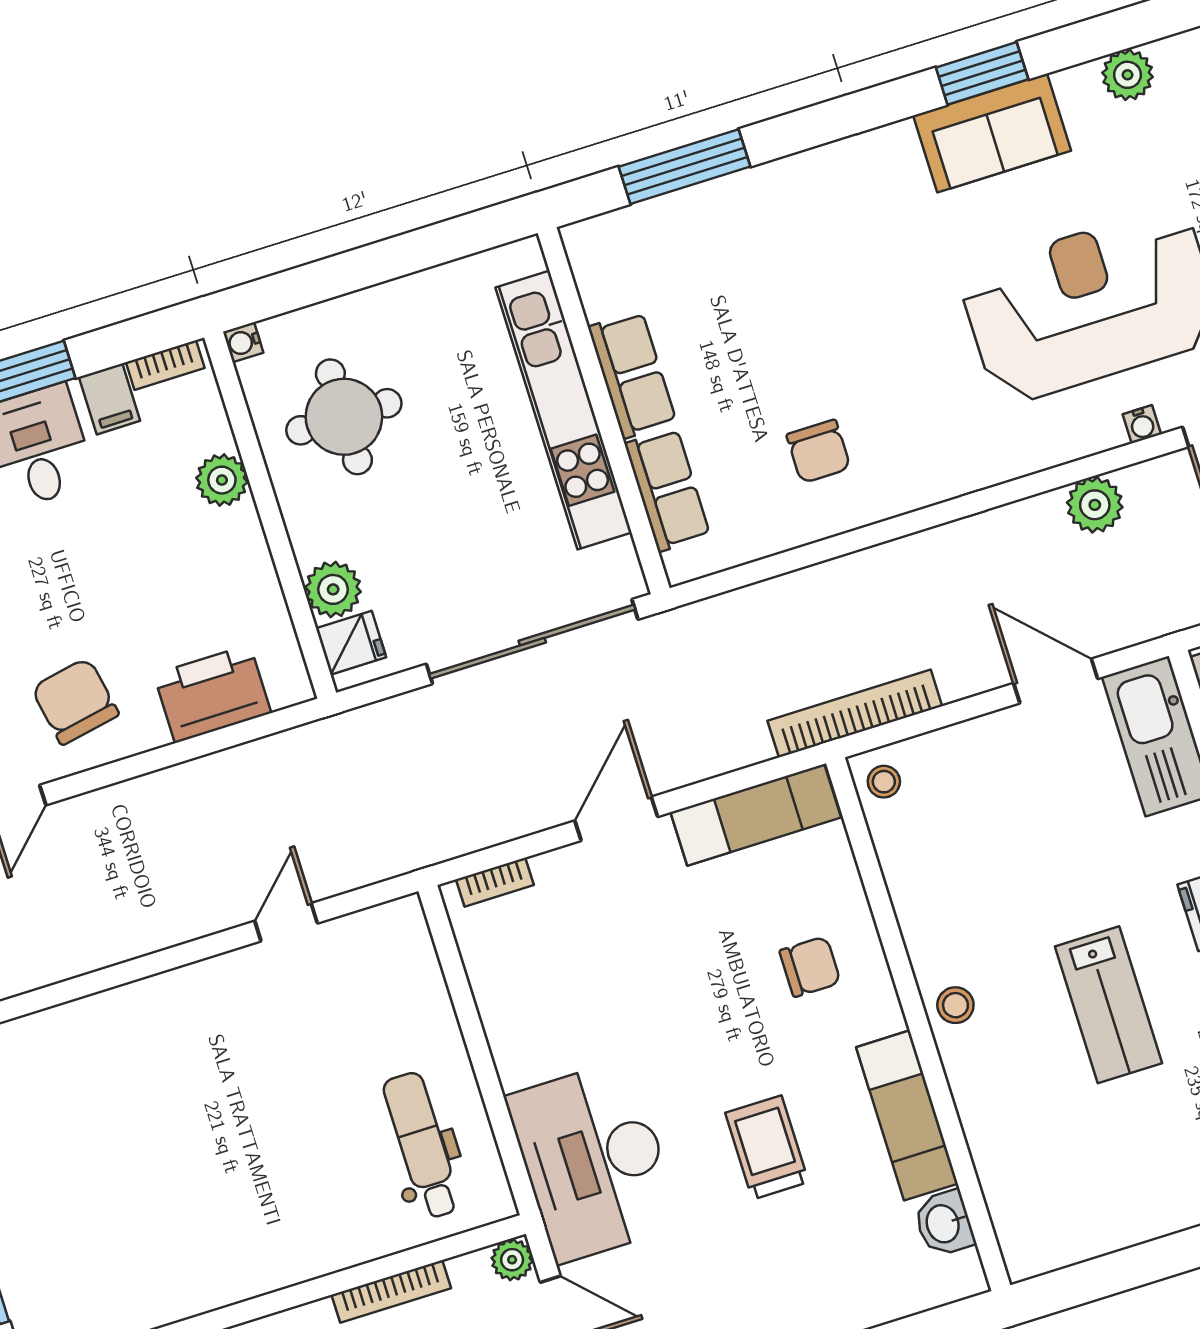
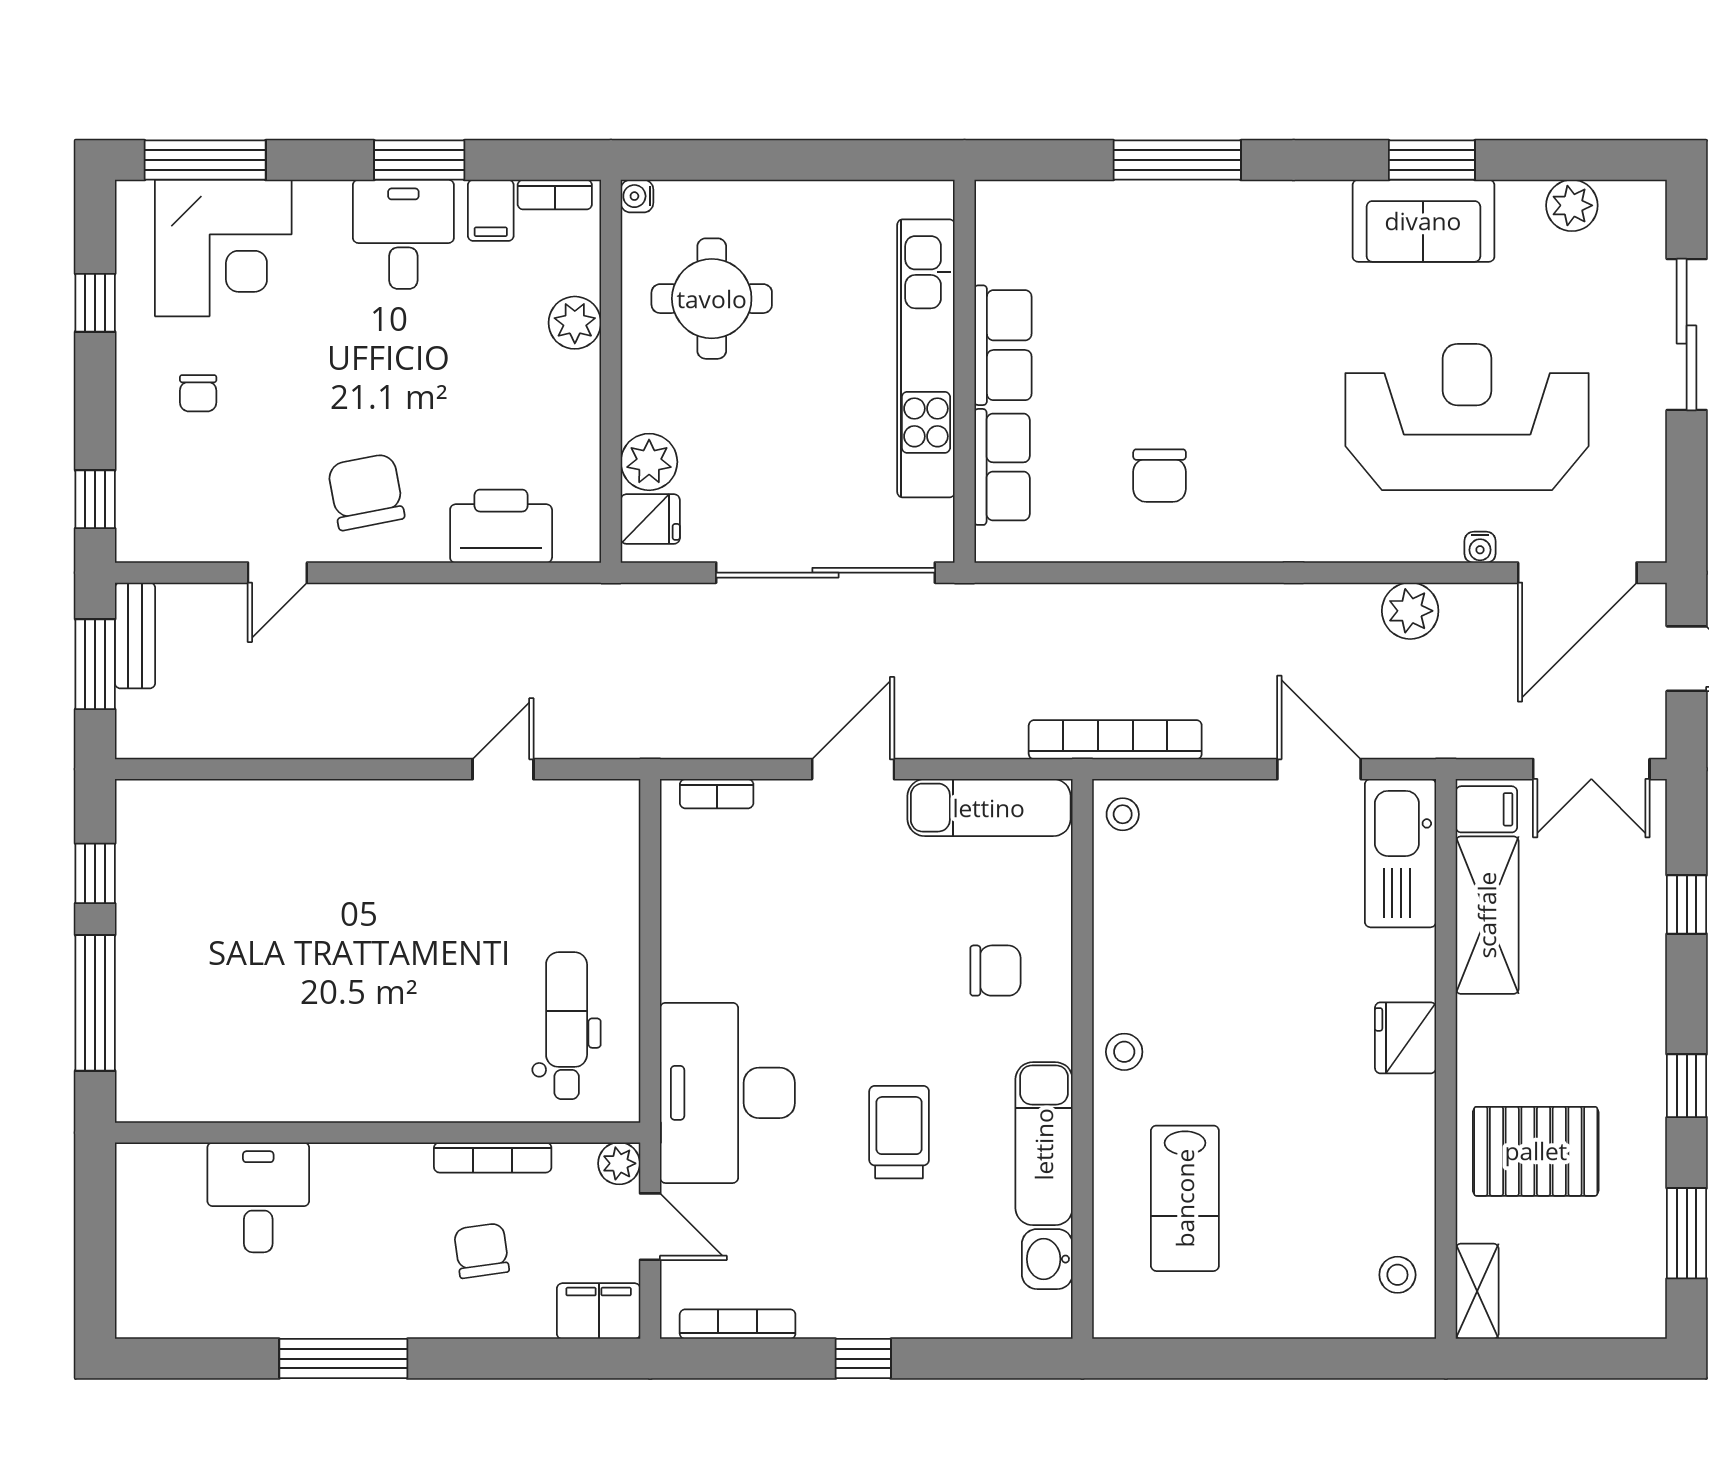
window: (684, 167) -> (1177, 160), moved
lab bench: (1109, 1005) -> (1185, 1198), moved

